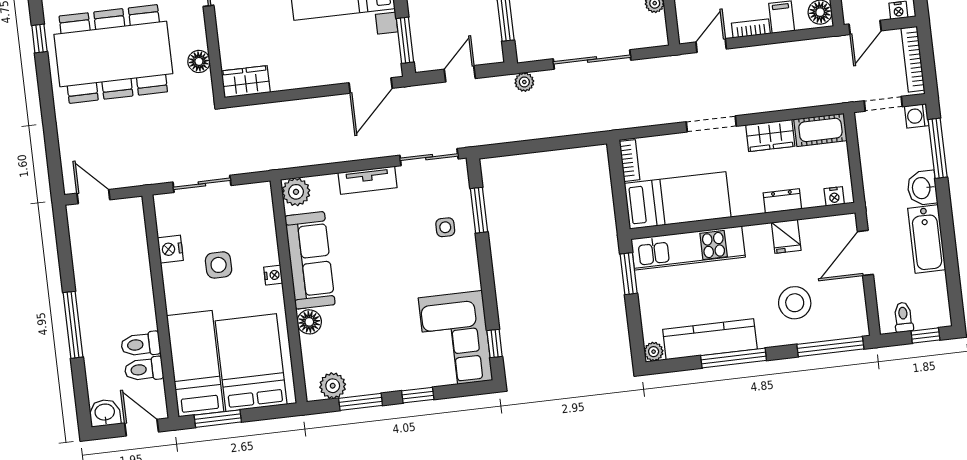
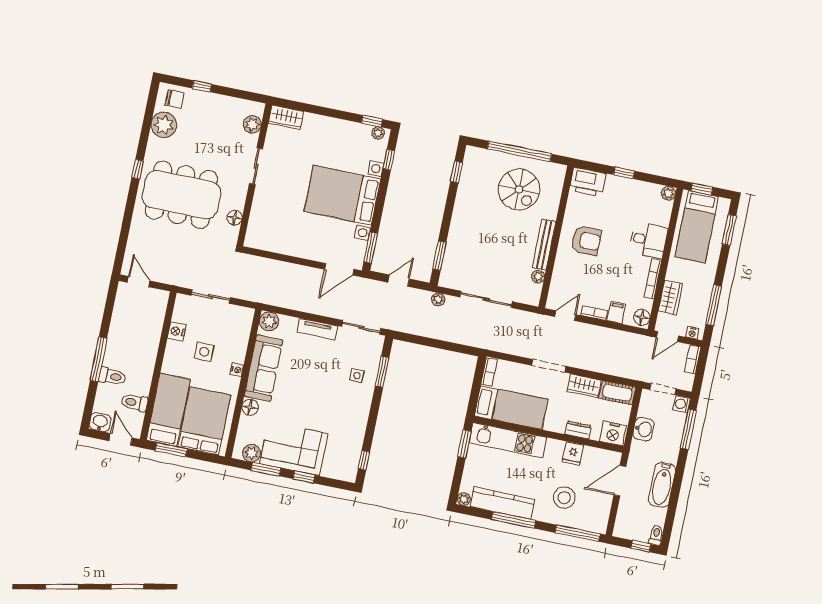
bookcase: (913, 59) -> (693, 359), width x0.64
wardrobe: (246, 82) -> (260, 240), removed
washbasin: (922, 188) -> (643, 429), moved, turned 180
nightstand: (834, 196) -> (613, 433), width x1.89, depth x1.79
toilet: (903, 317) -> (656, 535), moved
corner sofa: (456, 339) -> (294, 449), moved, turned 90
toilet: (141, 344) -> (112, 376), moved, turned 180

